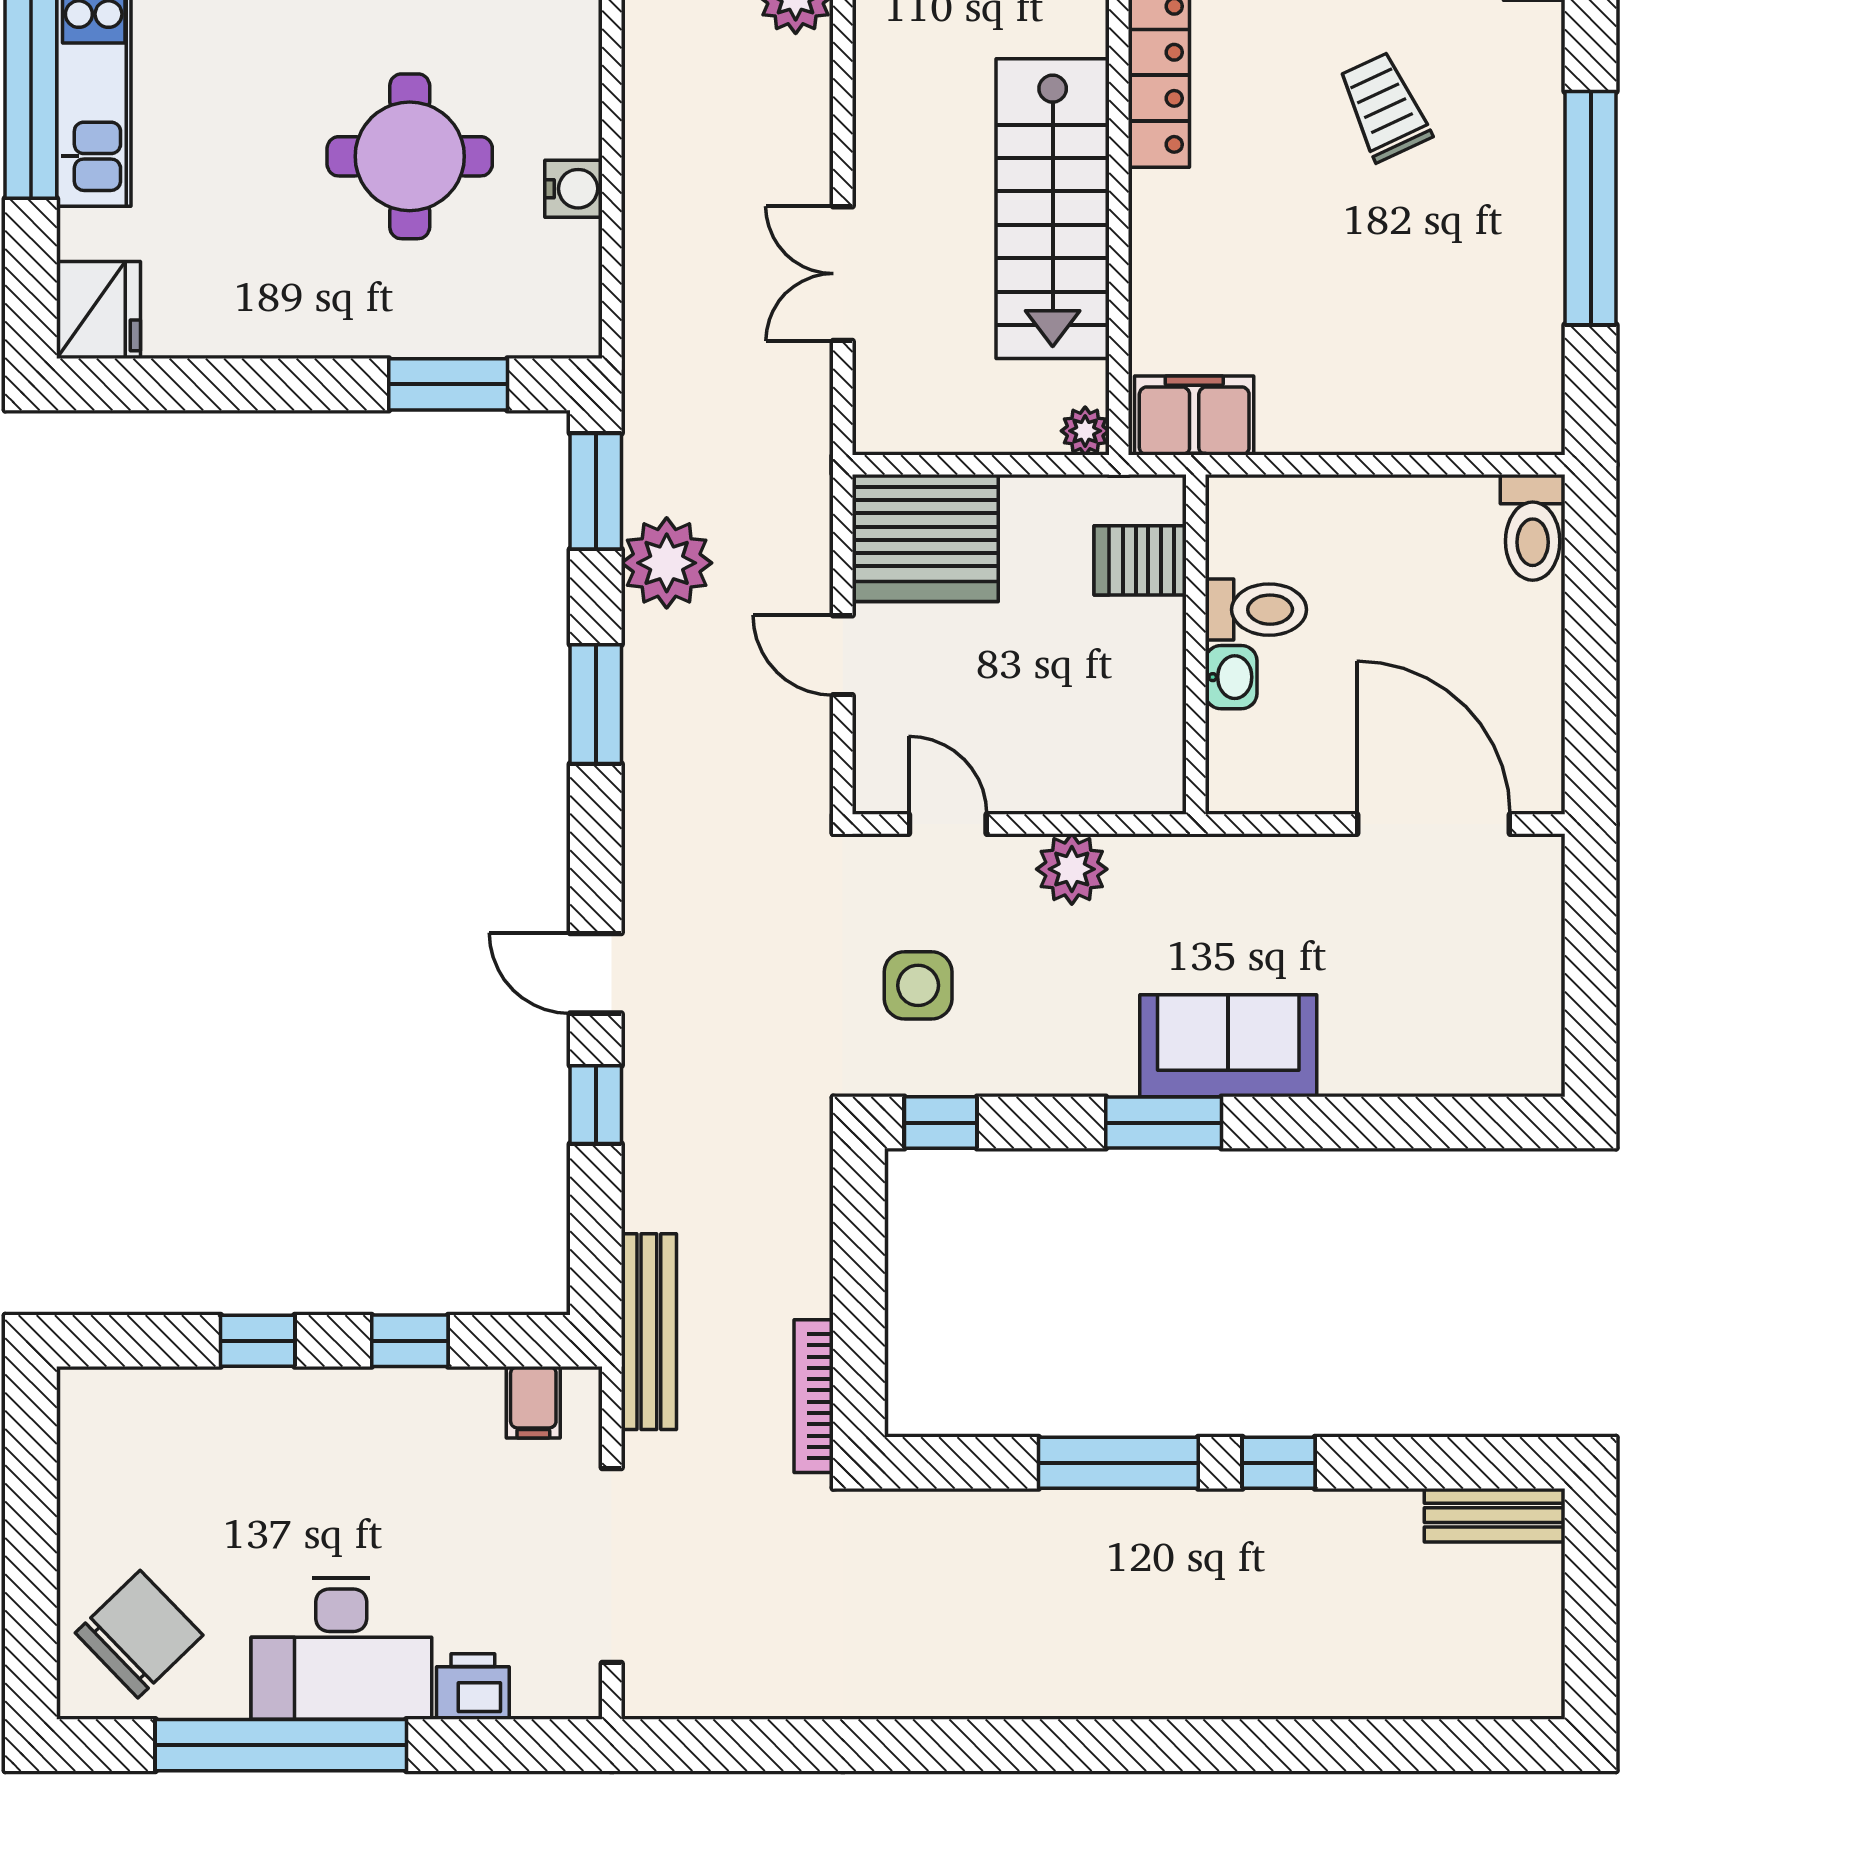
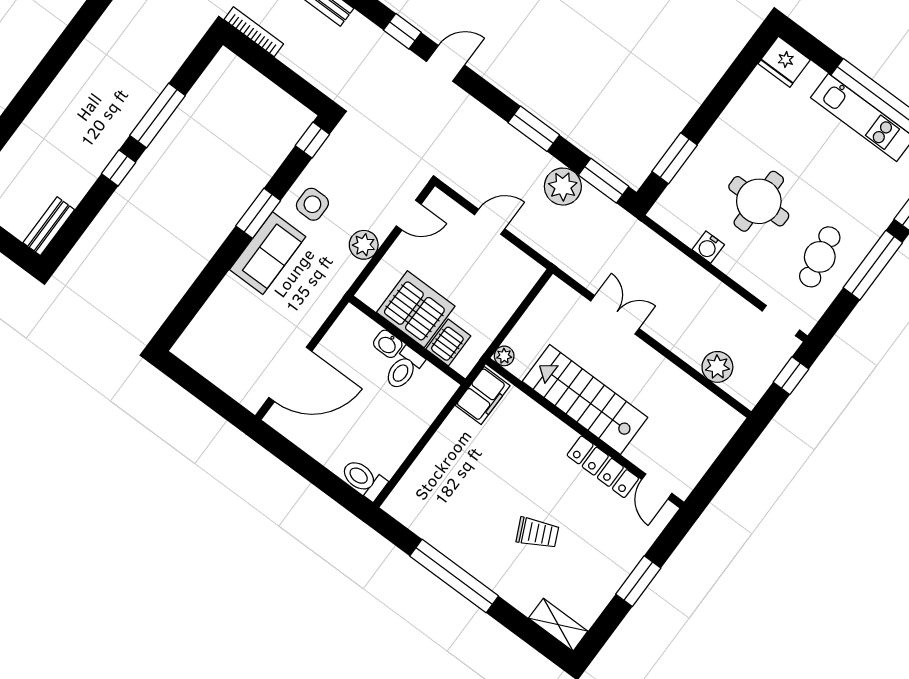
server rack: (925, 538) -> (416, 309), moved, turned 90
side table: (918, 985) -> (312, 204), moved

